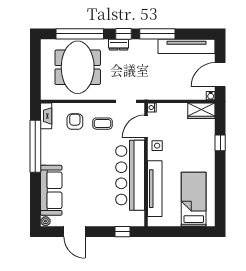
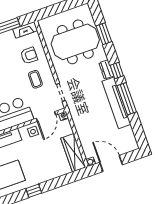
window: (80, 34) -> (104, 34), width x0.47
tv unit: (187, 46) -> (116, 103), moved
wardrobe: (201, 111) -> (73, 153), width x1.50
door: (146, 126) -> (46, 117), swing flipped
window: (220, 143) -> (34, 191), moved

